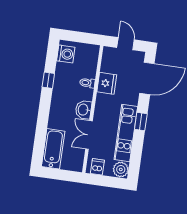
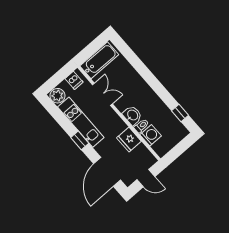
washing machine: (66, 54) -> (151, 135), moved, turned 180
window: (48, 80) -> (180, 113), moved
washbasin: (83, 110) -> (132, 115), moved
bathtub: (53, 149) -> (99, 60), moved, turned -90

